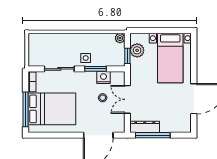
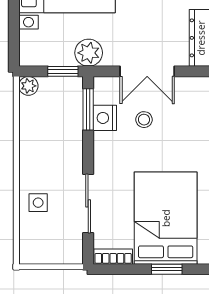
plant: (137, 50) -> (89, 53), moved
side table: (86, 58) -> (38, 203), moved
window: (96, 69) -> (88, 109), moved
window: (25, 109) -> (167, 269), width x0.46

